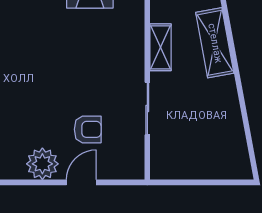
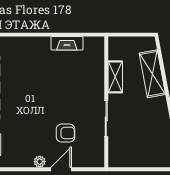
plant: (42, 164) -> (40, 162), width x0.53, depth x0.53

